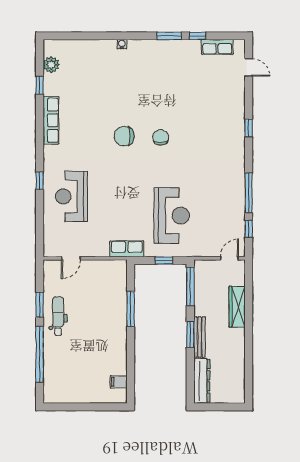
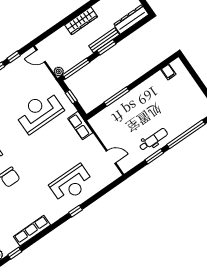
plant: (200, 266) -> (59, 71), added
wardrobe: (237, 307) -> (81, 21), moved
dental chair: (58, 316) -> (153, 140), turned 180

